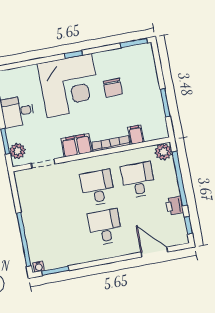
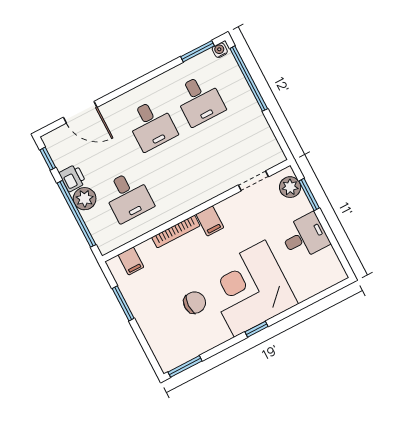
chair: (113, 88) -> (195, 303), turned 90
filing cabinet: (136, 135) -> (131, 261), moved
filing cabinet: (77, 145) -> (210, 221), width x0.50
plant: (163, 152) -> (85, 199), moved
desk: (98, 188) -> (199, 100), moved

